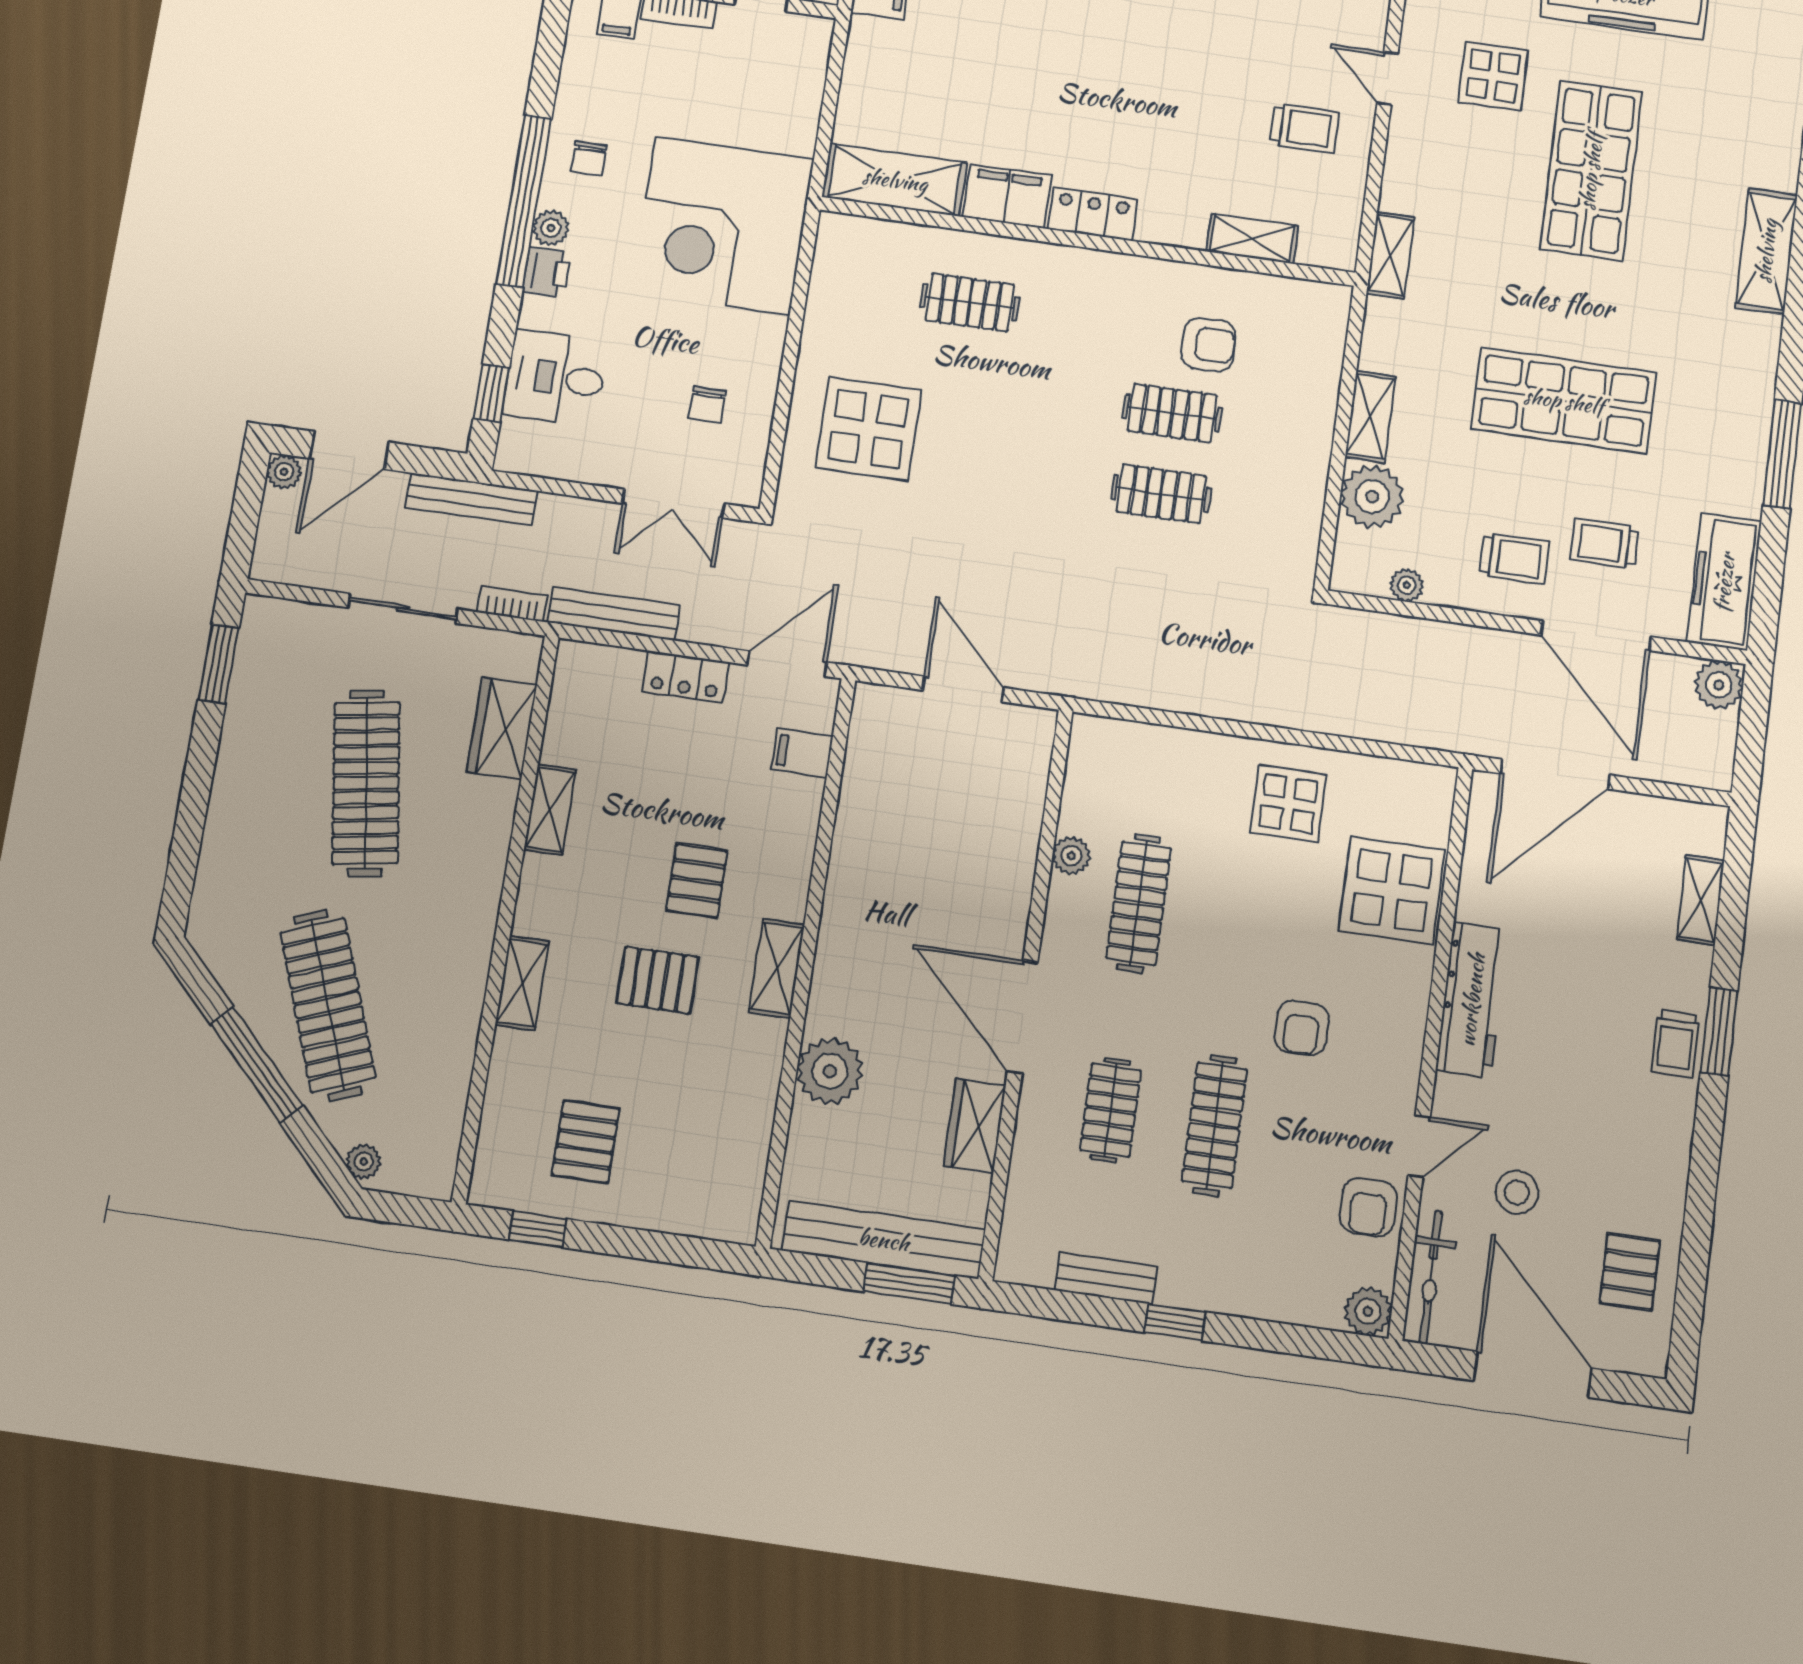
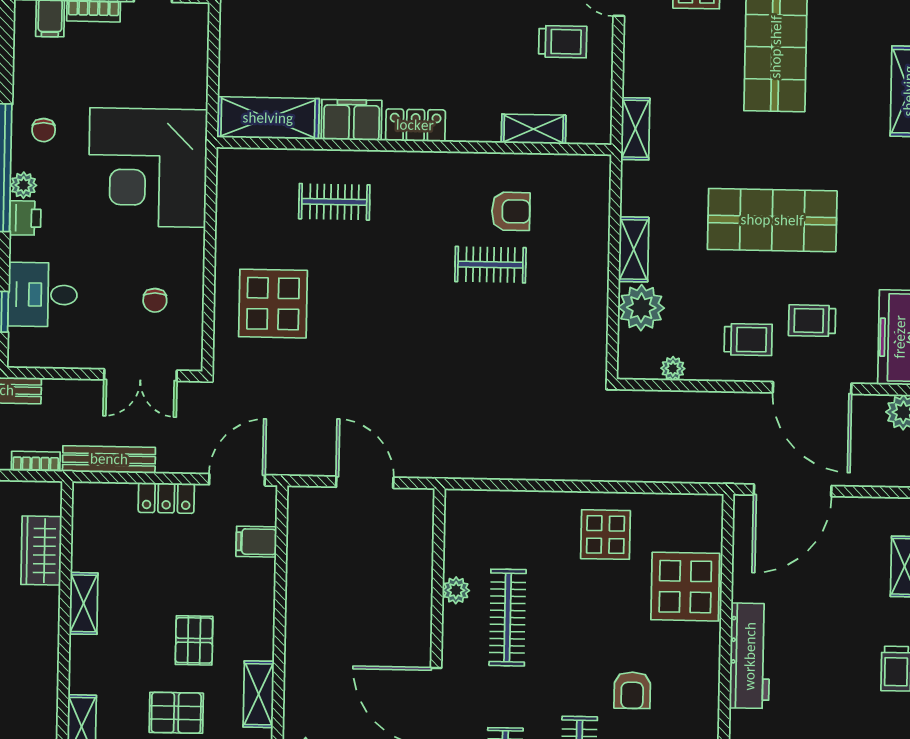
clothes rail: (1161, 494) -> (489, 324), removed

